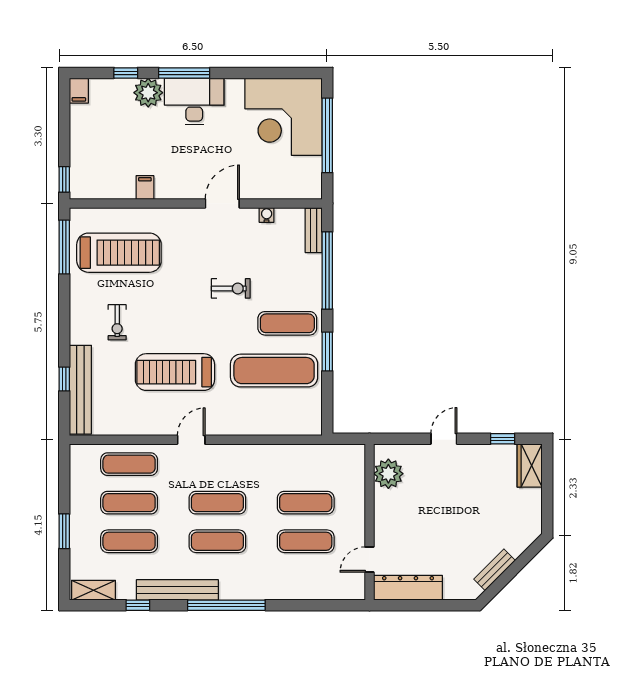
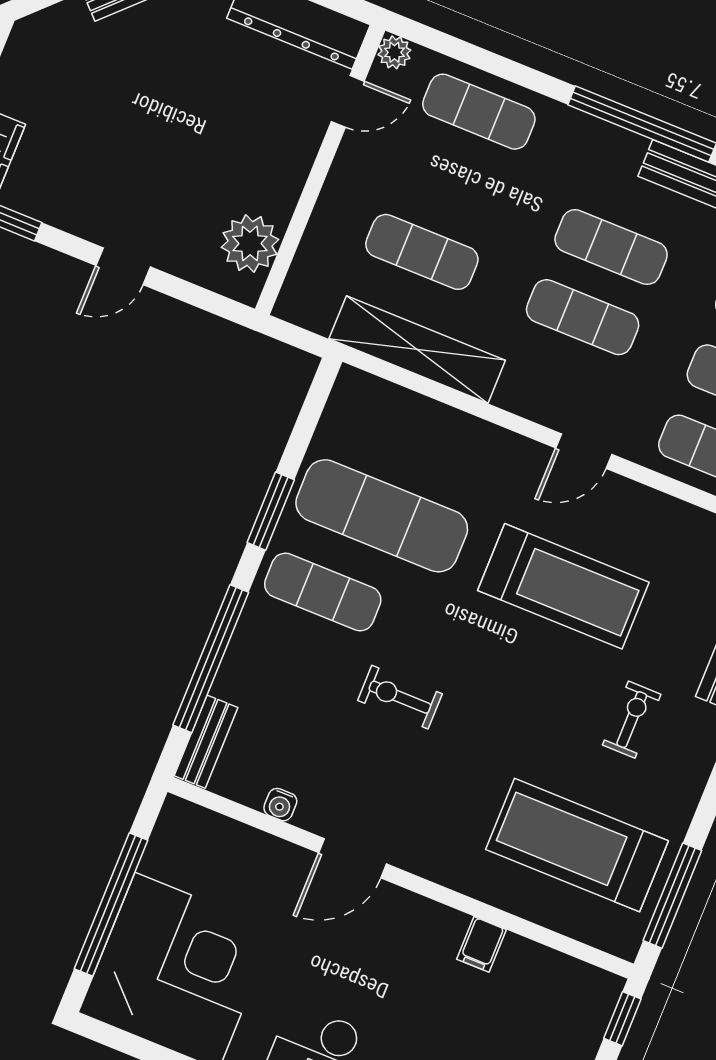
shelving: (289, 456) -> (417, 349), added
exercise mat: (306, 541) -> (479, 112), moved
plant: (357, 592) -> (394, 52), added

